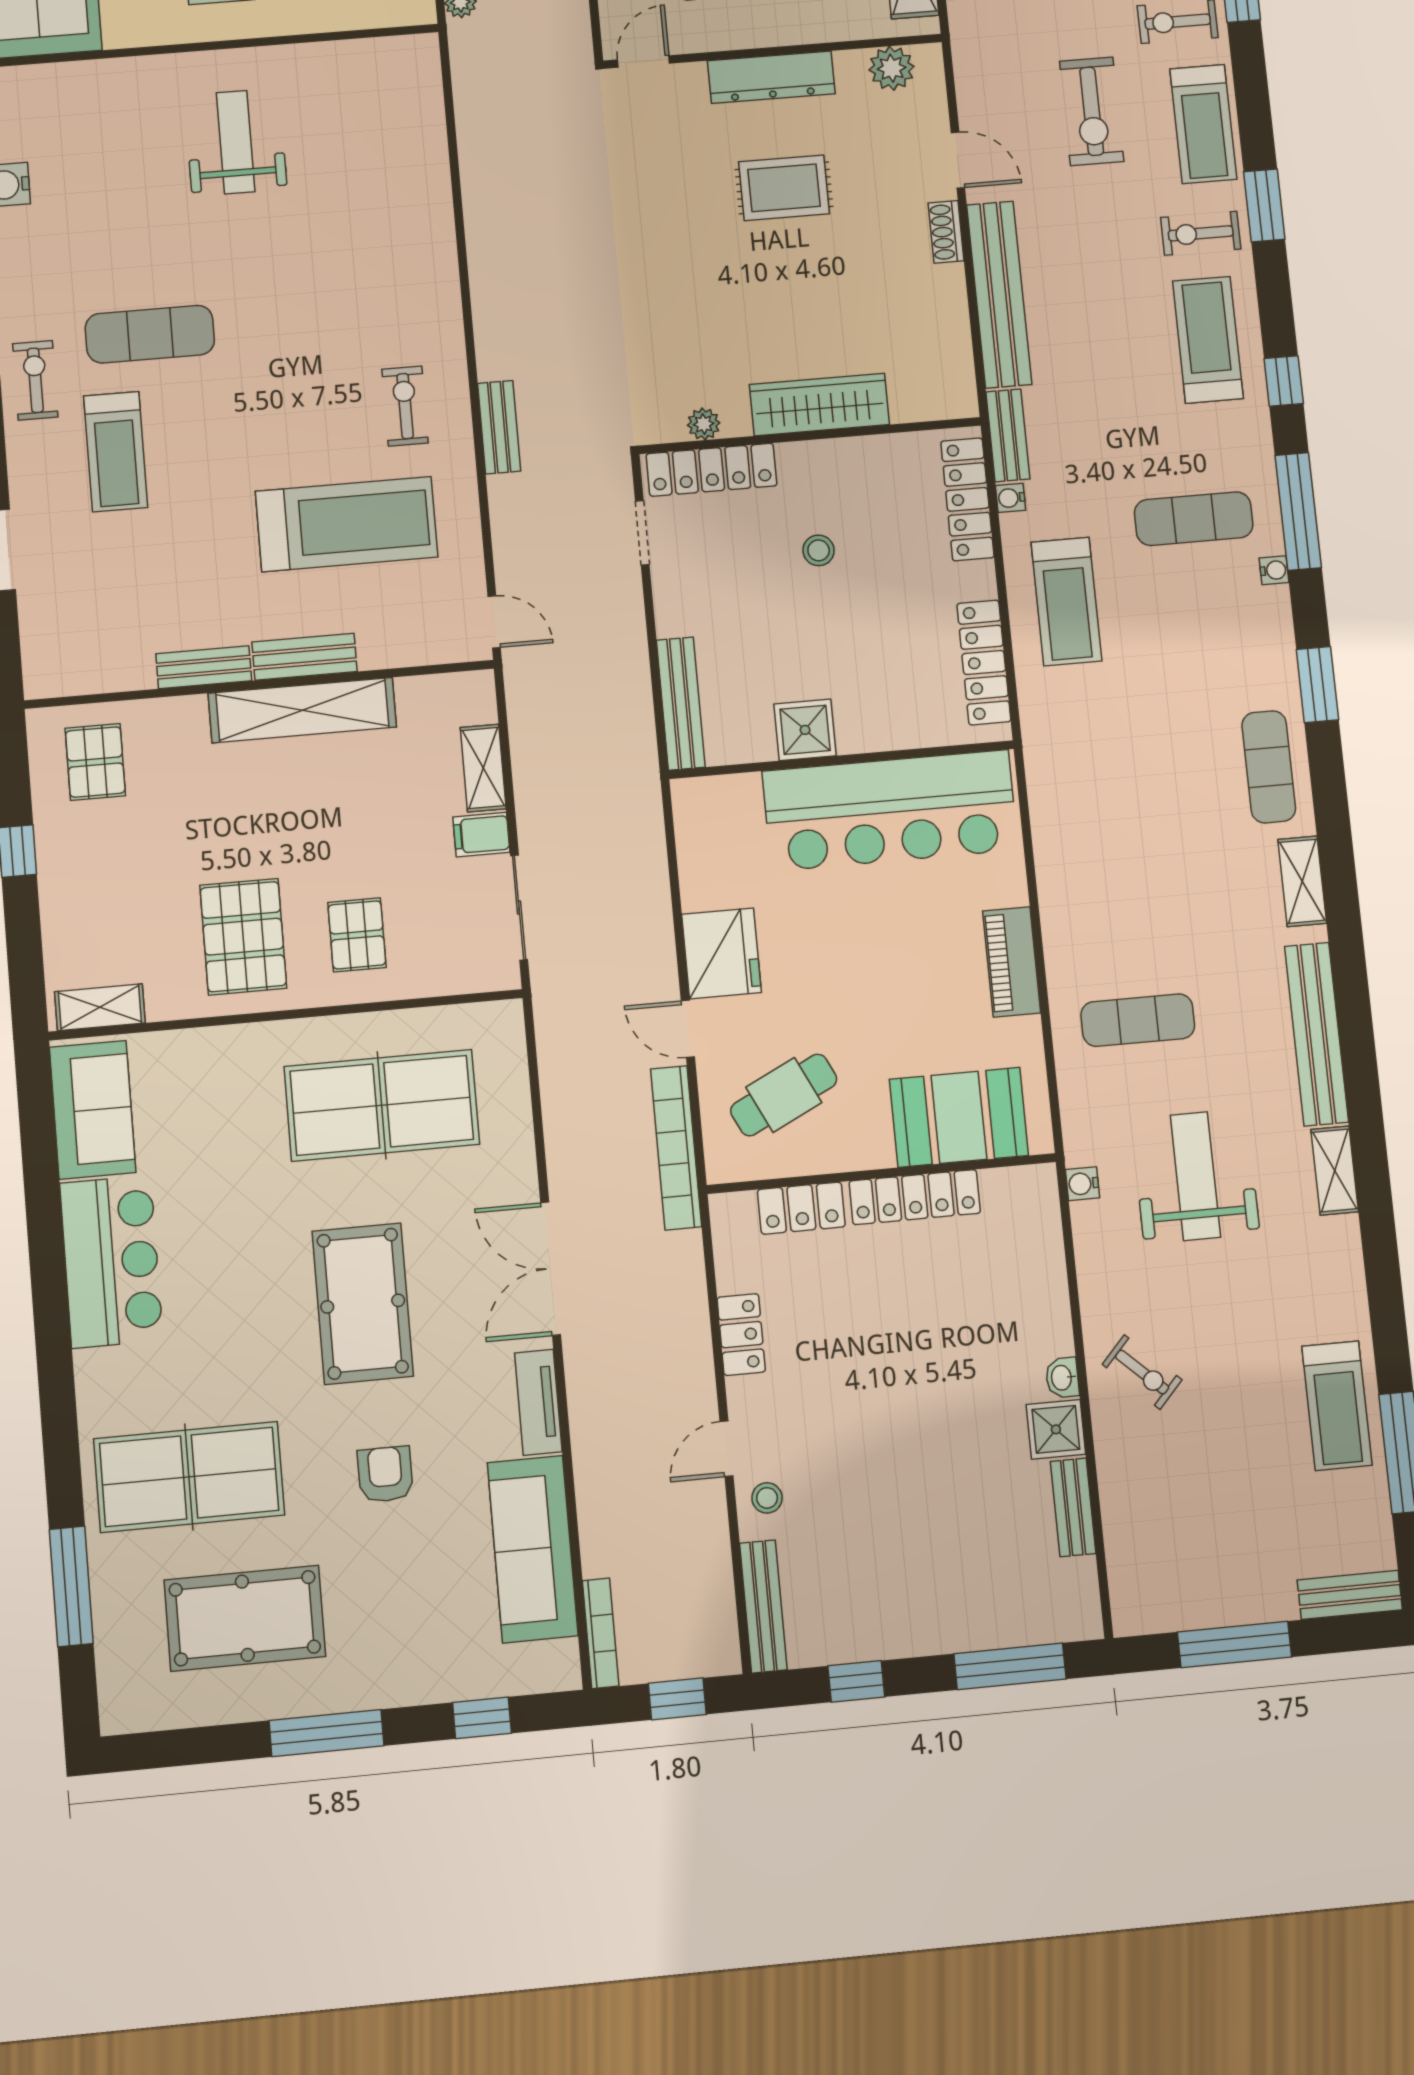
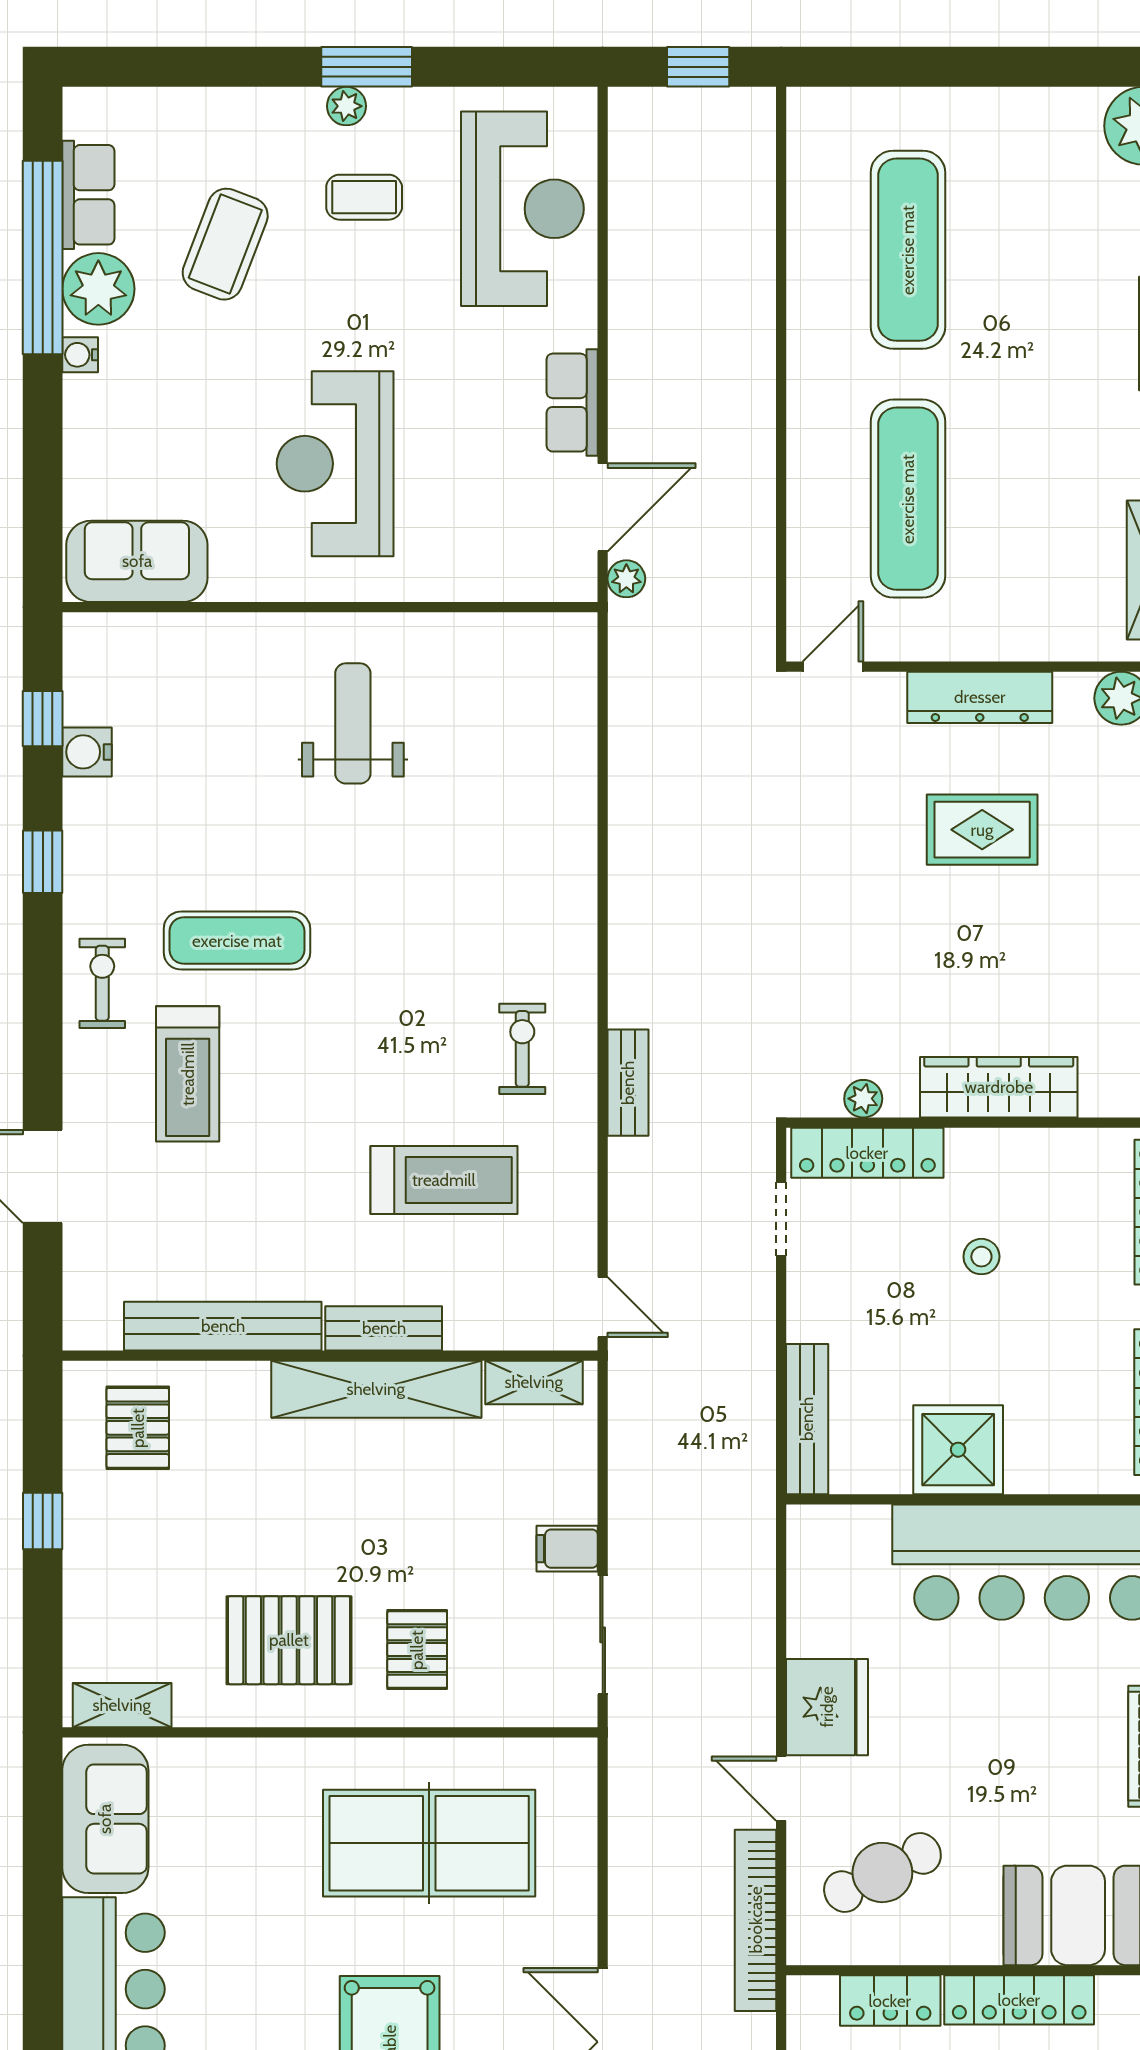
treadmill: (347, 524) -> (444, 1180), width x0.73, depth x0.73
bench: (204, 667) -> (223, 1326), width x1.86, depth x1.21
shower: (805, 730) -> (958, 1450), width x1.36, depth x1.36
shelving: (483, 768) -> (534, 1382), moved, turned 90
pallet: (243, 937) -> (289, 1640), turned 90

